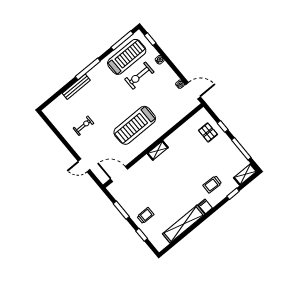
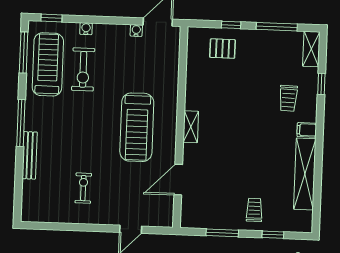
door: (119, 174) -> (178, 180), moved

